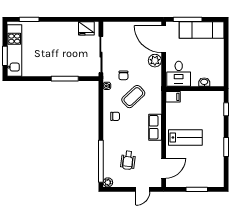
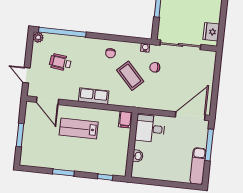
exam couch: (202, 30) -> (198, 166), width x0.73, depth x0.69
plant: (155, 61) -> (167, 104), removed
lab bench: (185, 137) -> (79, 129), turned 90

